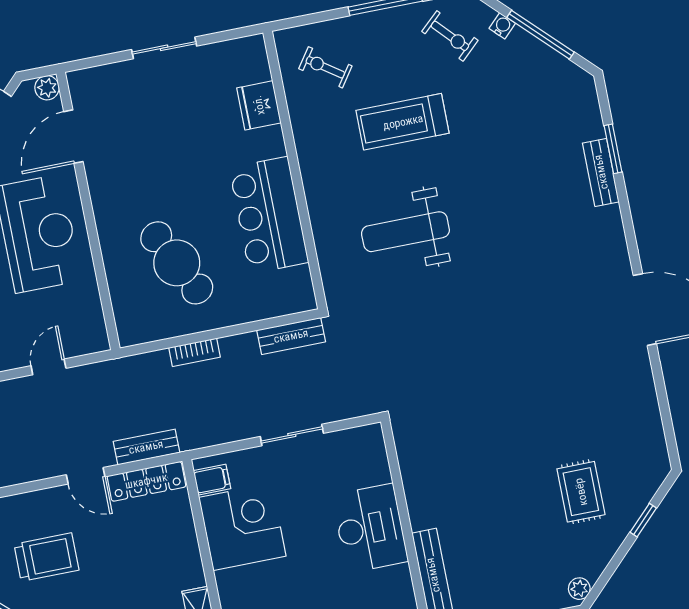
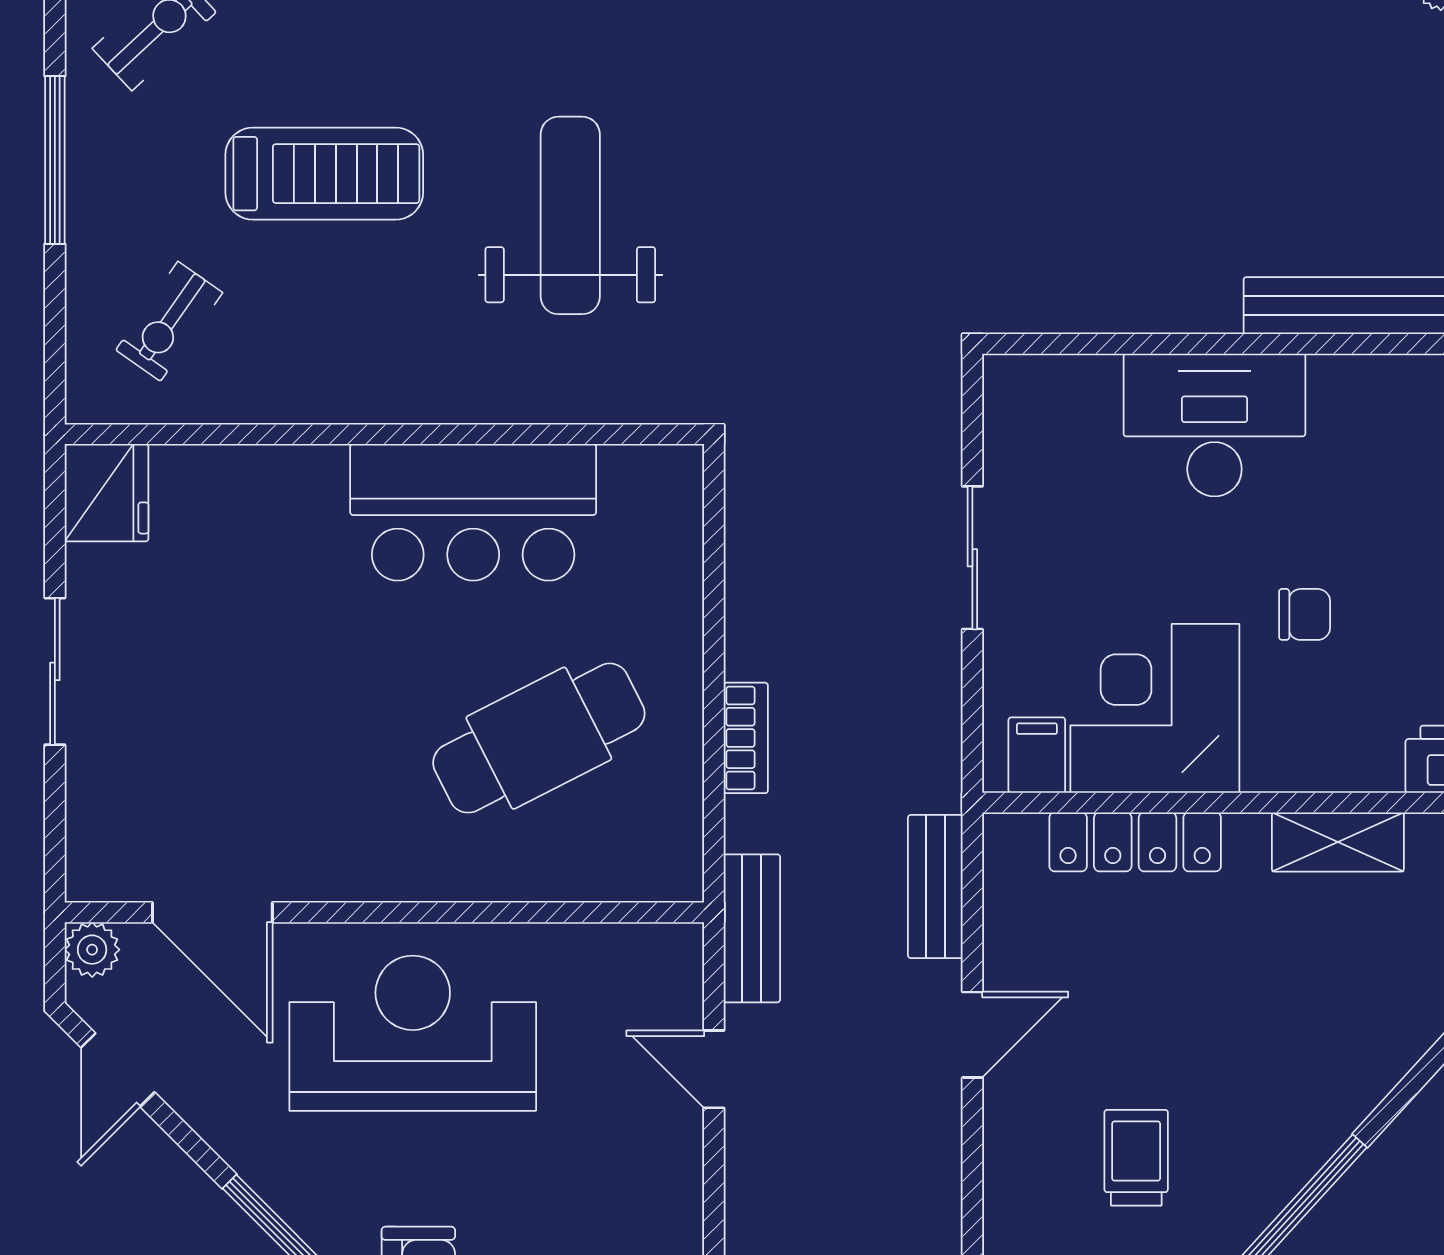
fridge: (259, 105) -> (106, 493), moved, turned -90
treadmill: (403, 122) -> (324, 174), turned -90
weight bench: (405, 232) -> (570, 215), turned 180
bench: (291, 336) -> (752, 928), moved
locker: (146, 481) -> (1135, 842), moved, turned 90
trolley: (46, 557) -> (1136, 1158), width x0.73, depth x0.72
chair: (296, 583) -> (1305, 614), added

